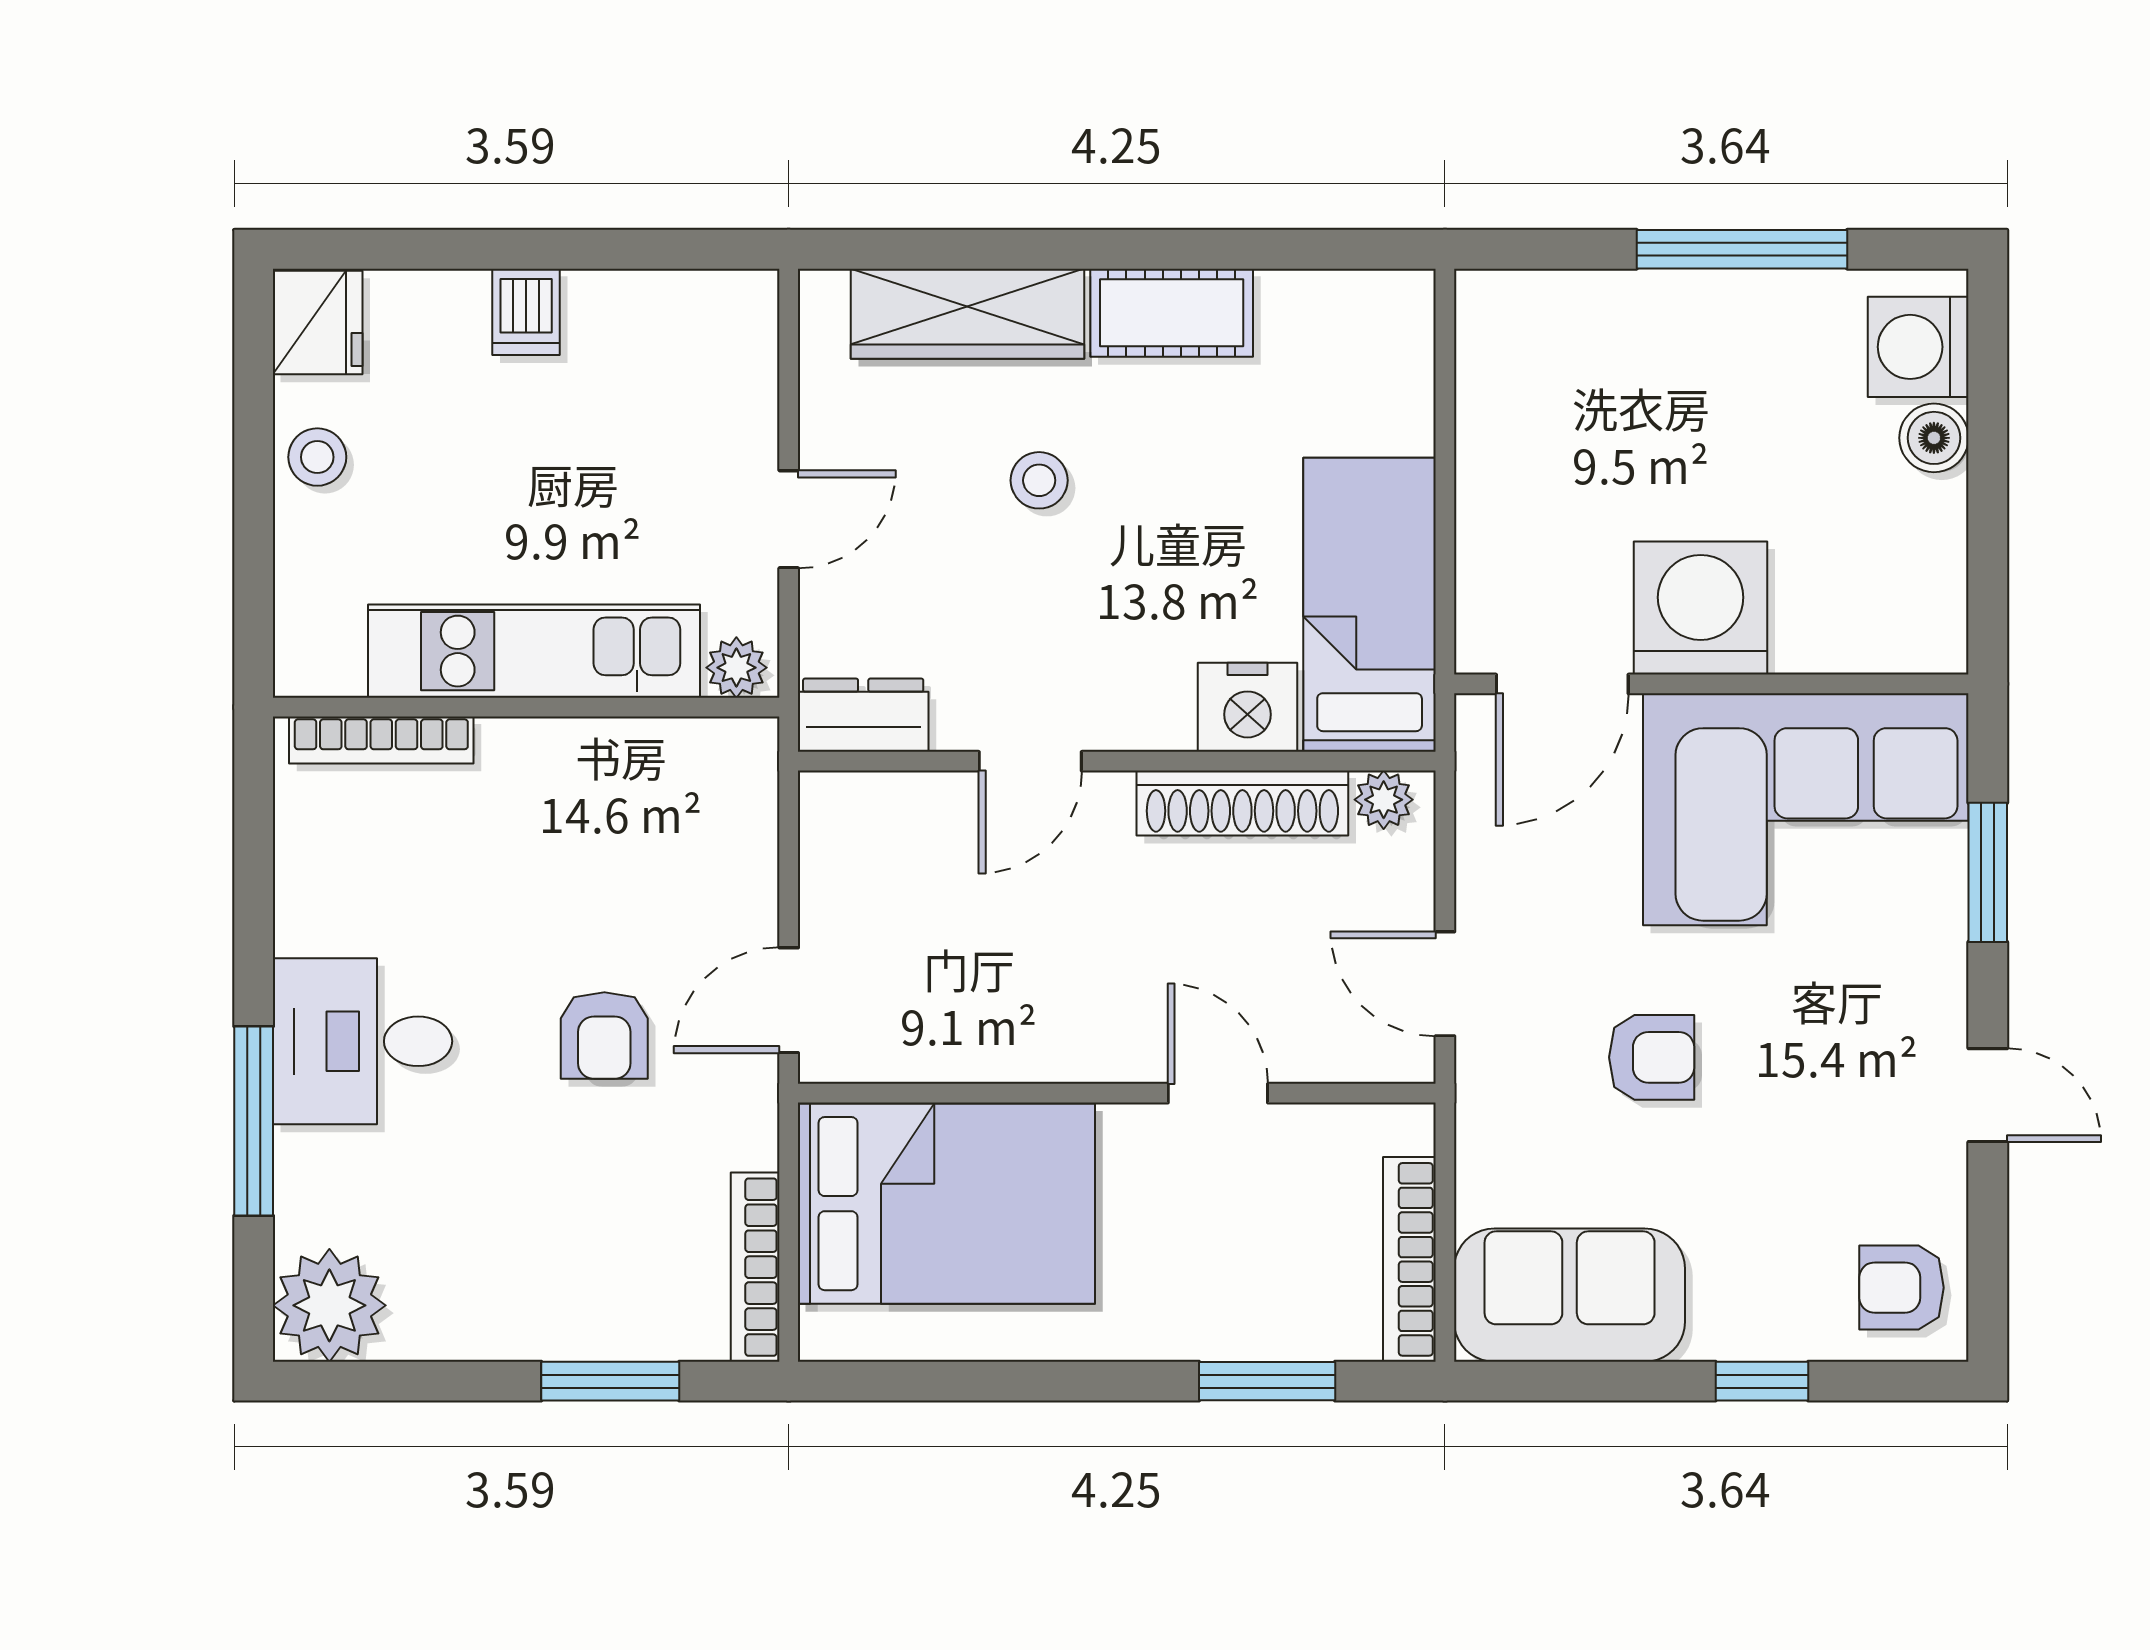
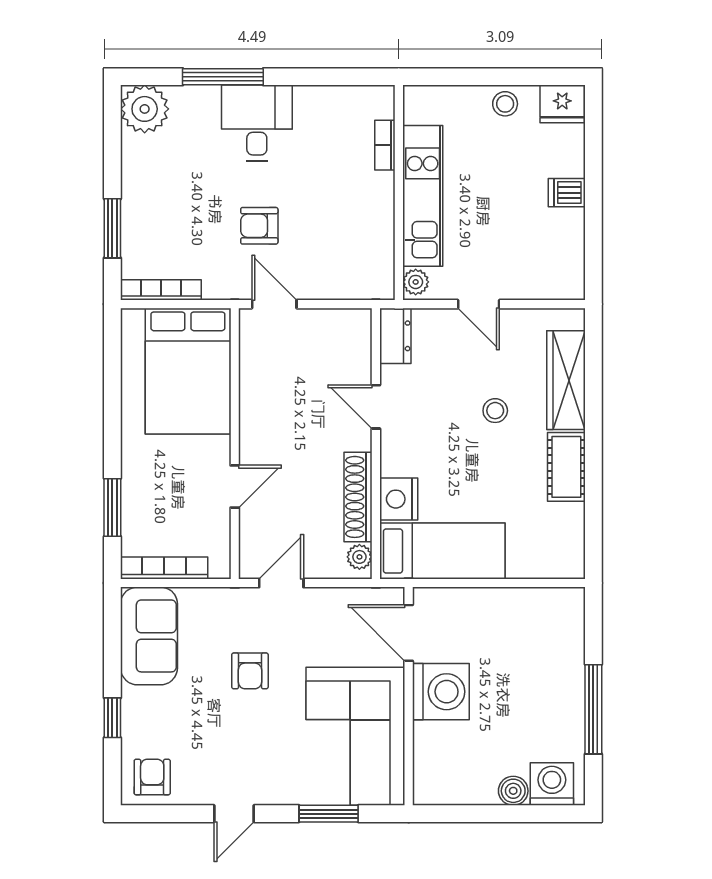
bookcase: (381, 740) -> (385, 145), width x0.64

